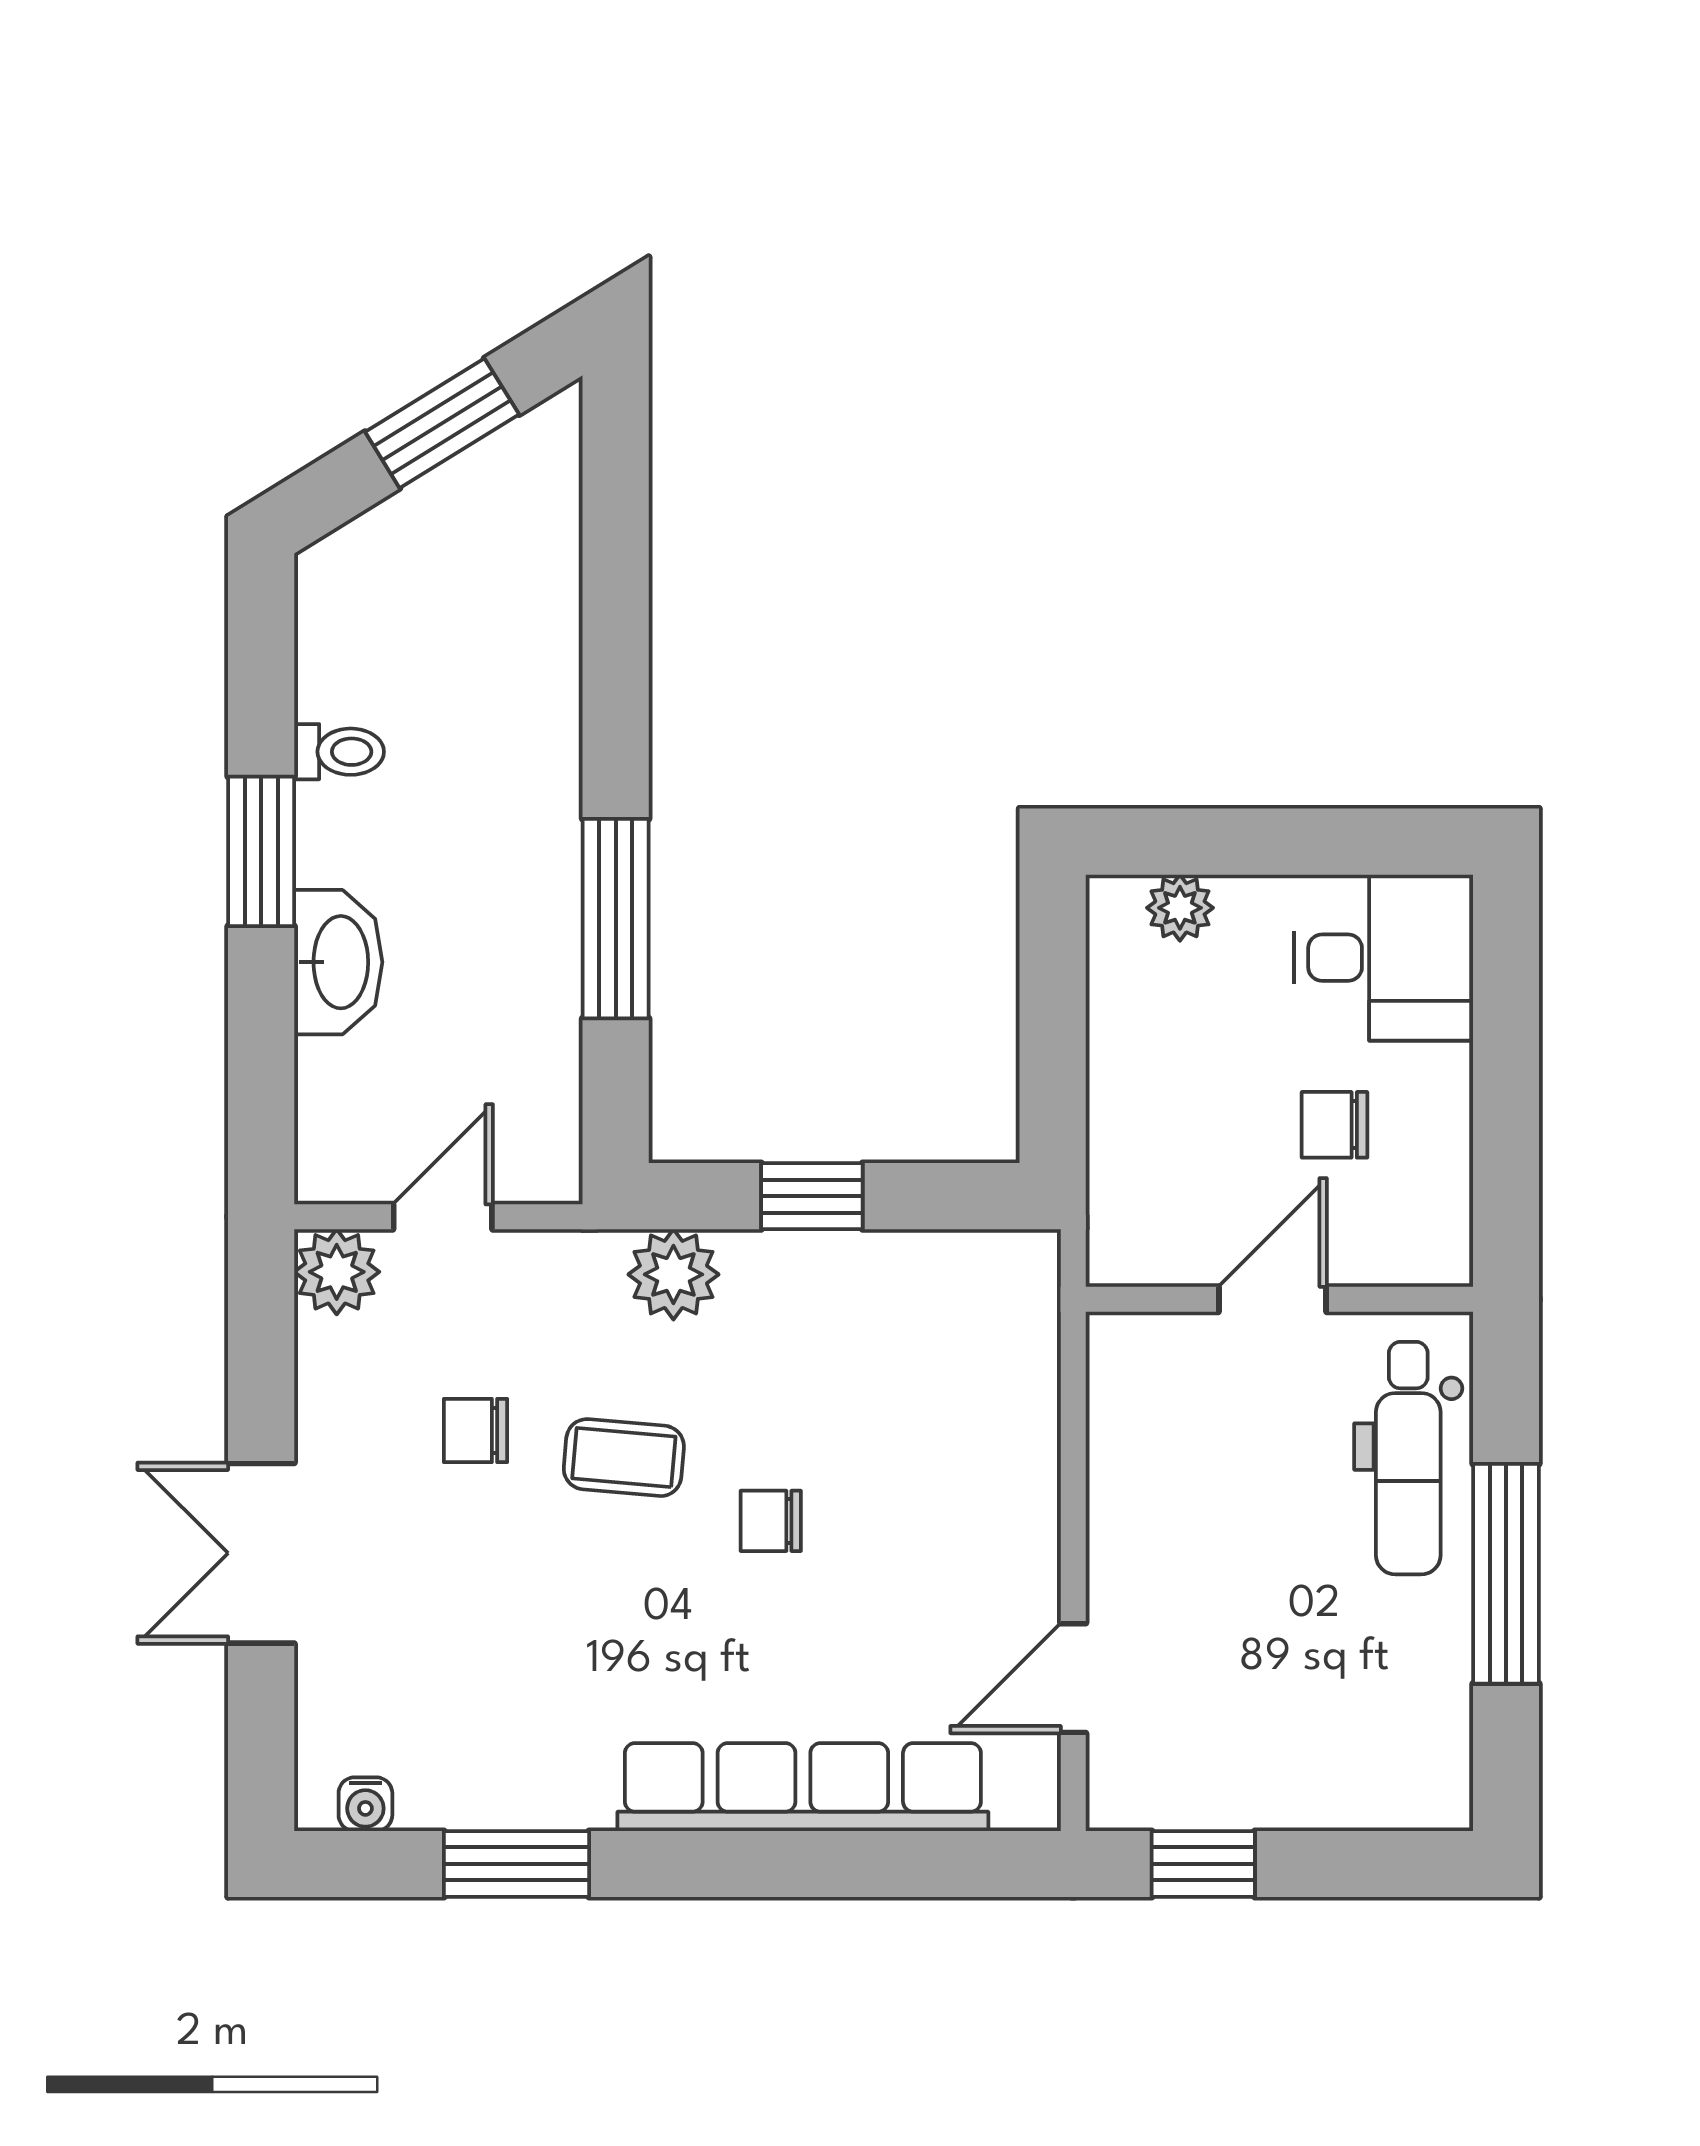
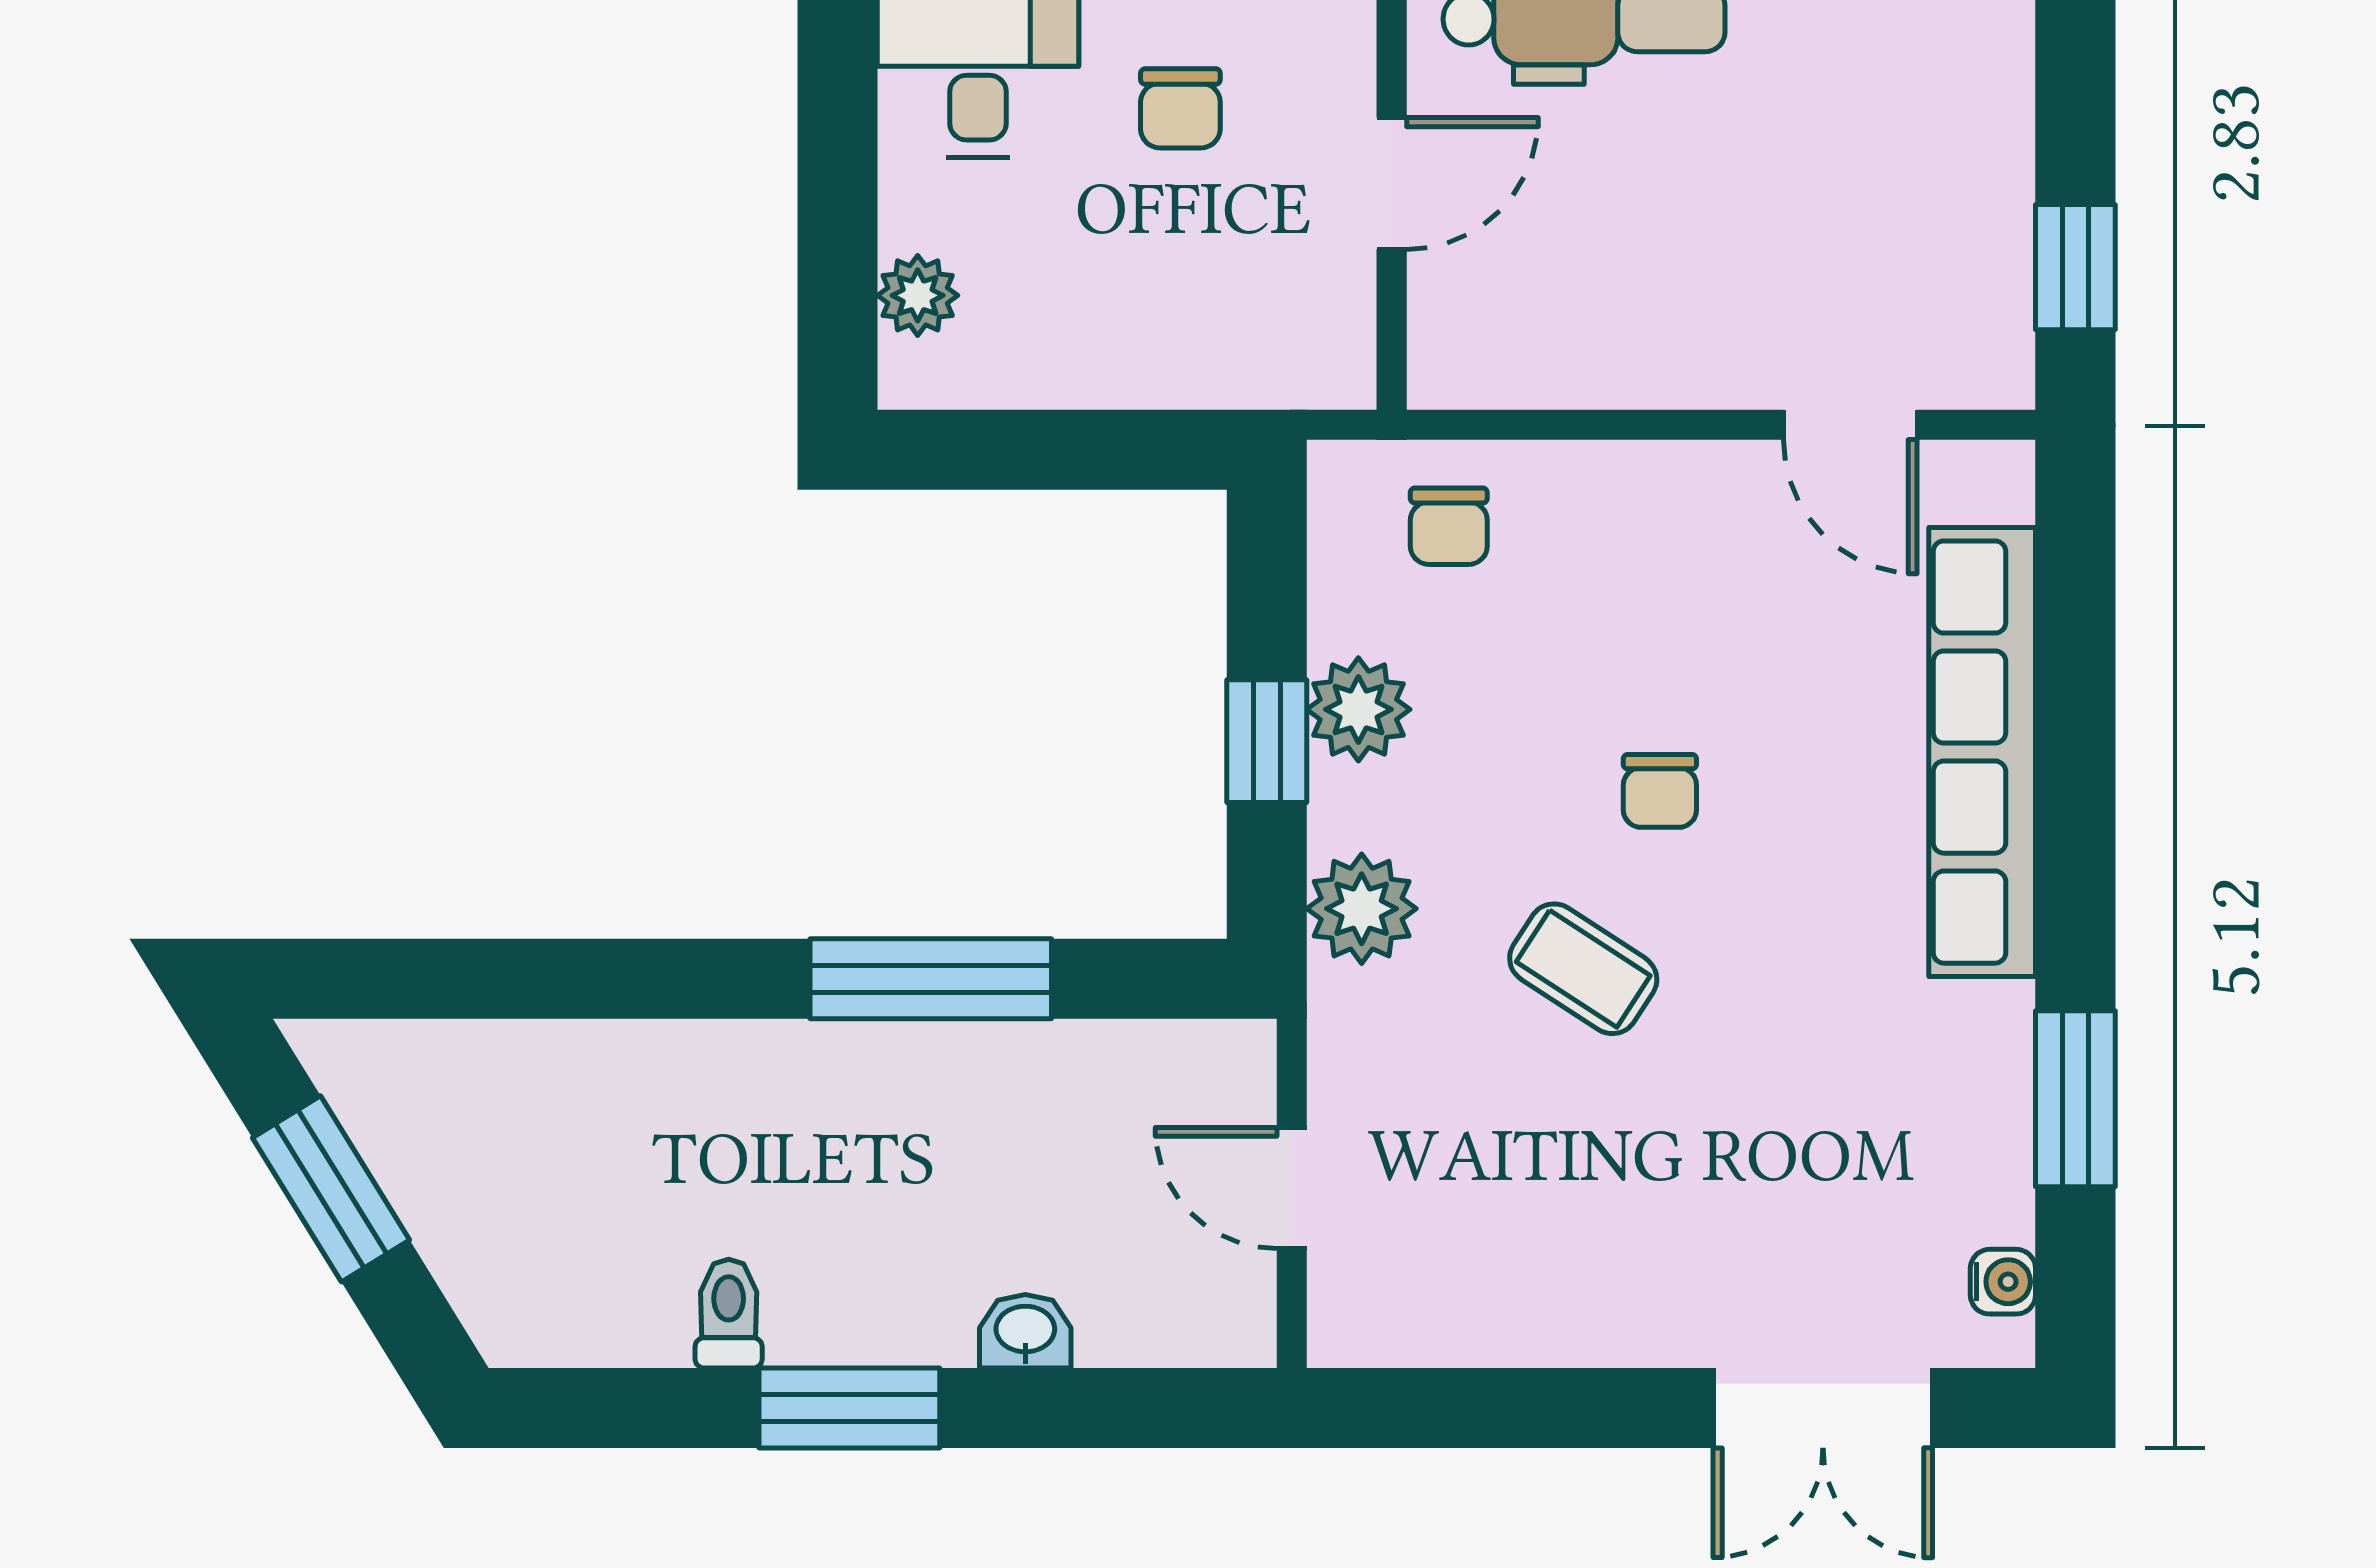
washbasin: (338, 962) -> (1025, 1331), width x0.52, depth x0.69
plant: (337, 1272) -> (1358, 709), moved
door: (1272, 1299) -> (1392, 183), swing flipped
chair: (475, 1431) -> (1449, 526), moved
coffee table: (624, 1458) -> (1583, 969), turned -62
double door: (261, 1553) -> (1823, 1408), moved

